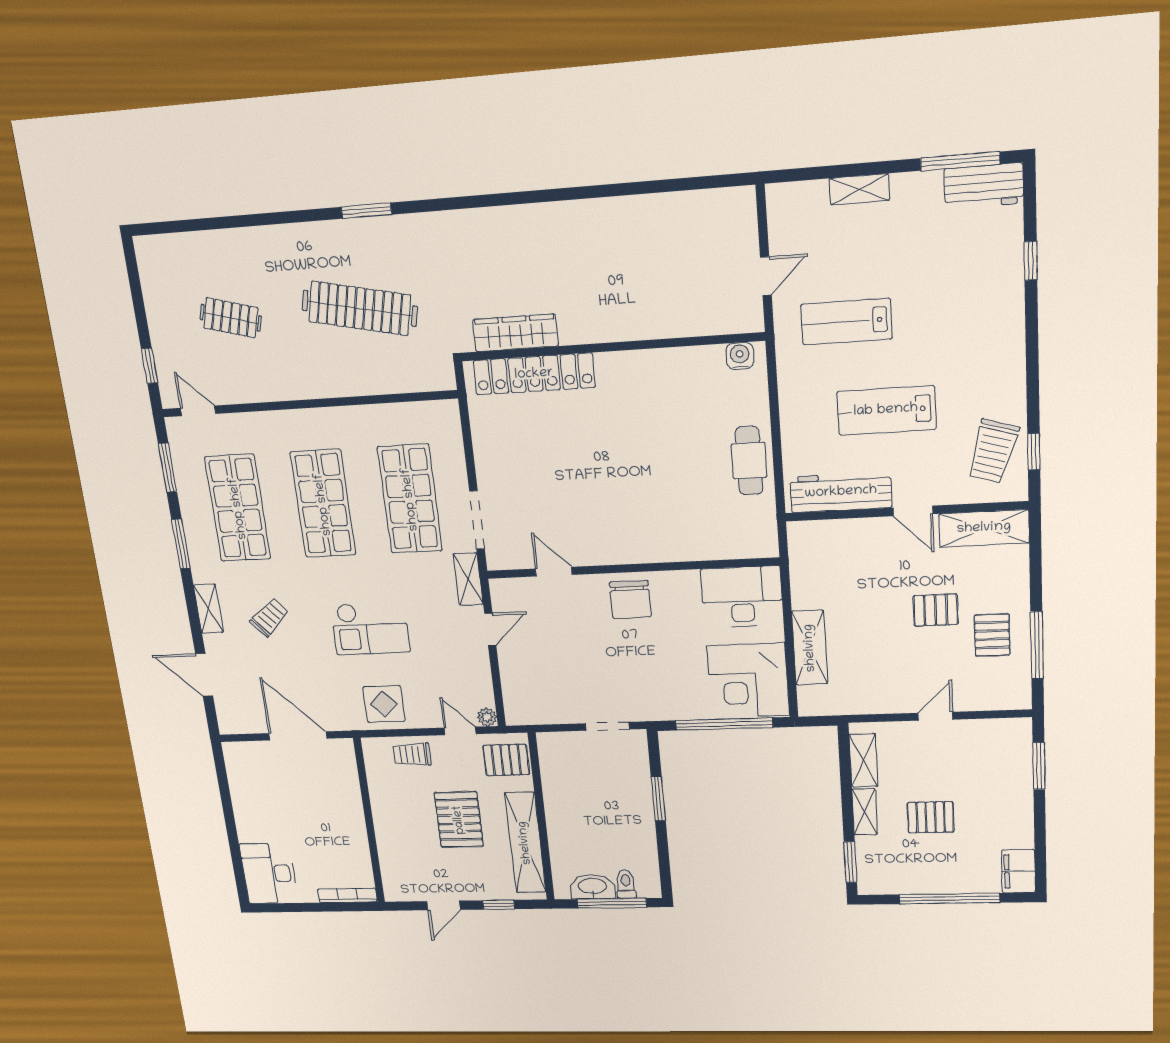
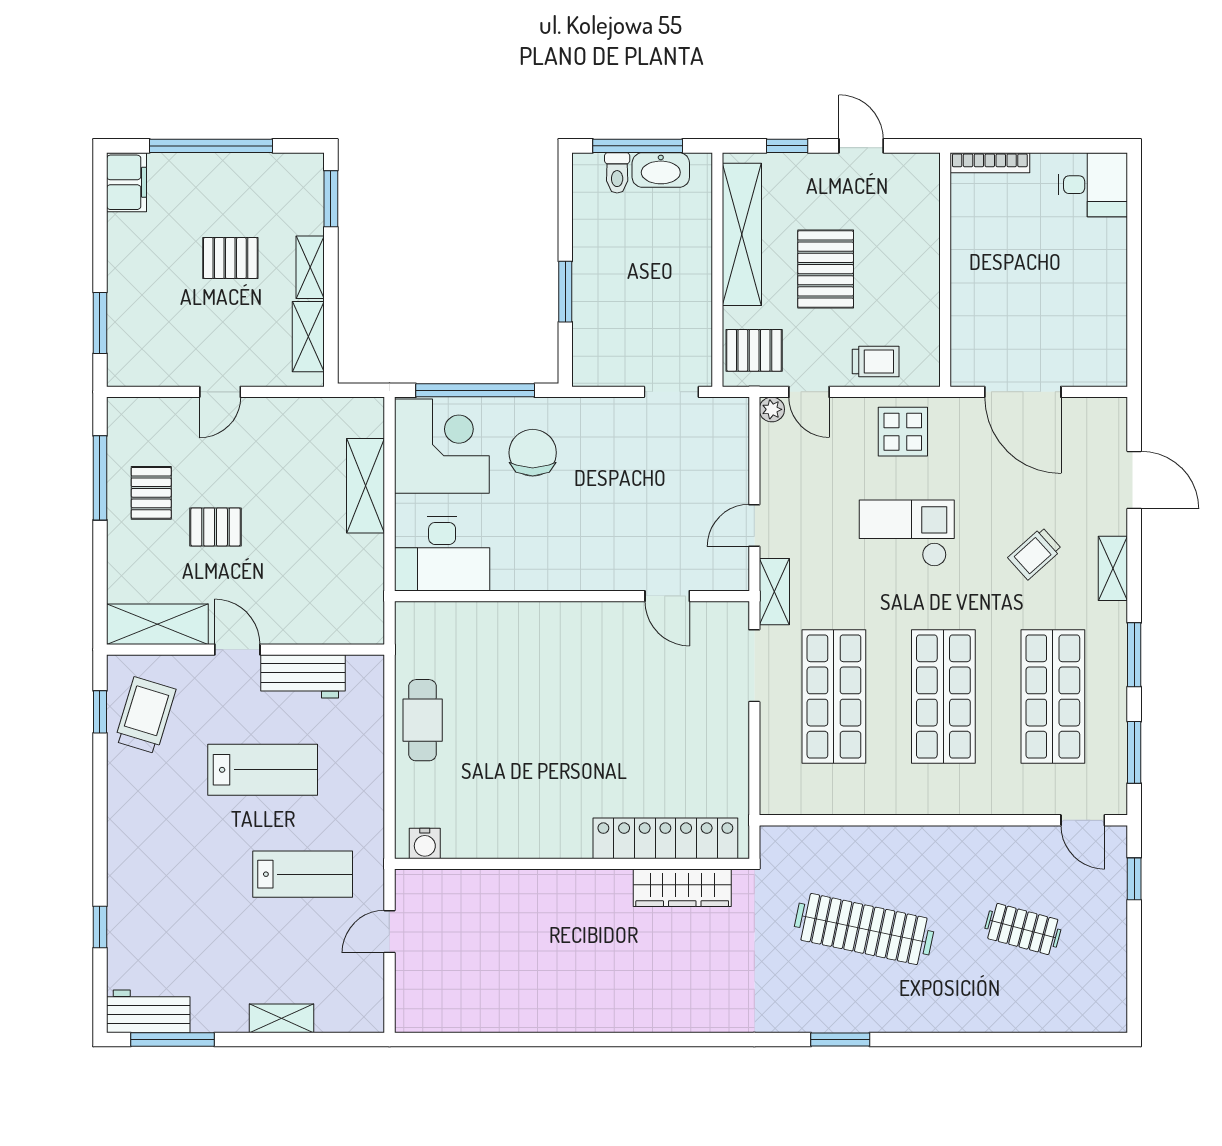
workbench: (841, 492) -> (303, 676), width x0.73
chair: (630, 599) -> (533, 453), moved
doorway: (607, 726) -> (671, 392), moved
desk: (269, 874) -> (1093, 185), width x0.73
door: (444, 905) -> (861, 146), hinge flipped

